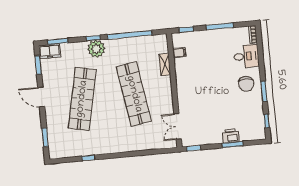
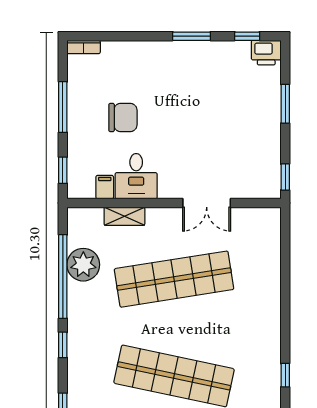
plant: (96, 49) -> (83, 265), moved
desk: (246, 56) -> (136, 176), moved, turned 180
chair: (246, 84) -> (123, 117), moved
double door: (178, 126) -> (207, 203), moved
printer: (231, 136) -> (266, 53), moved, turned -90

